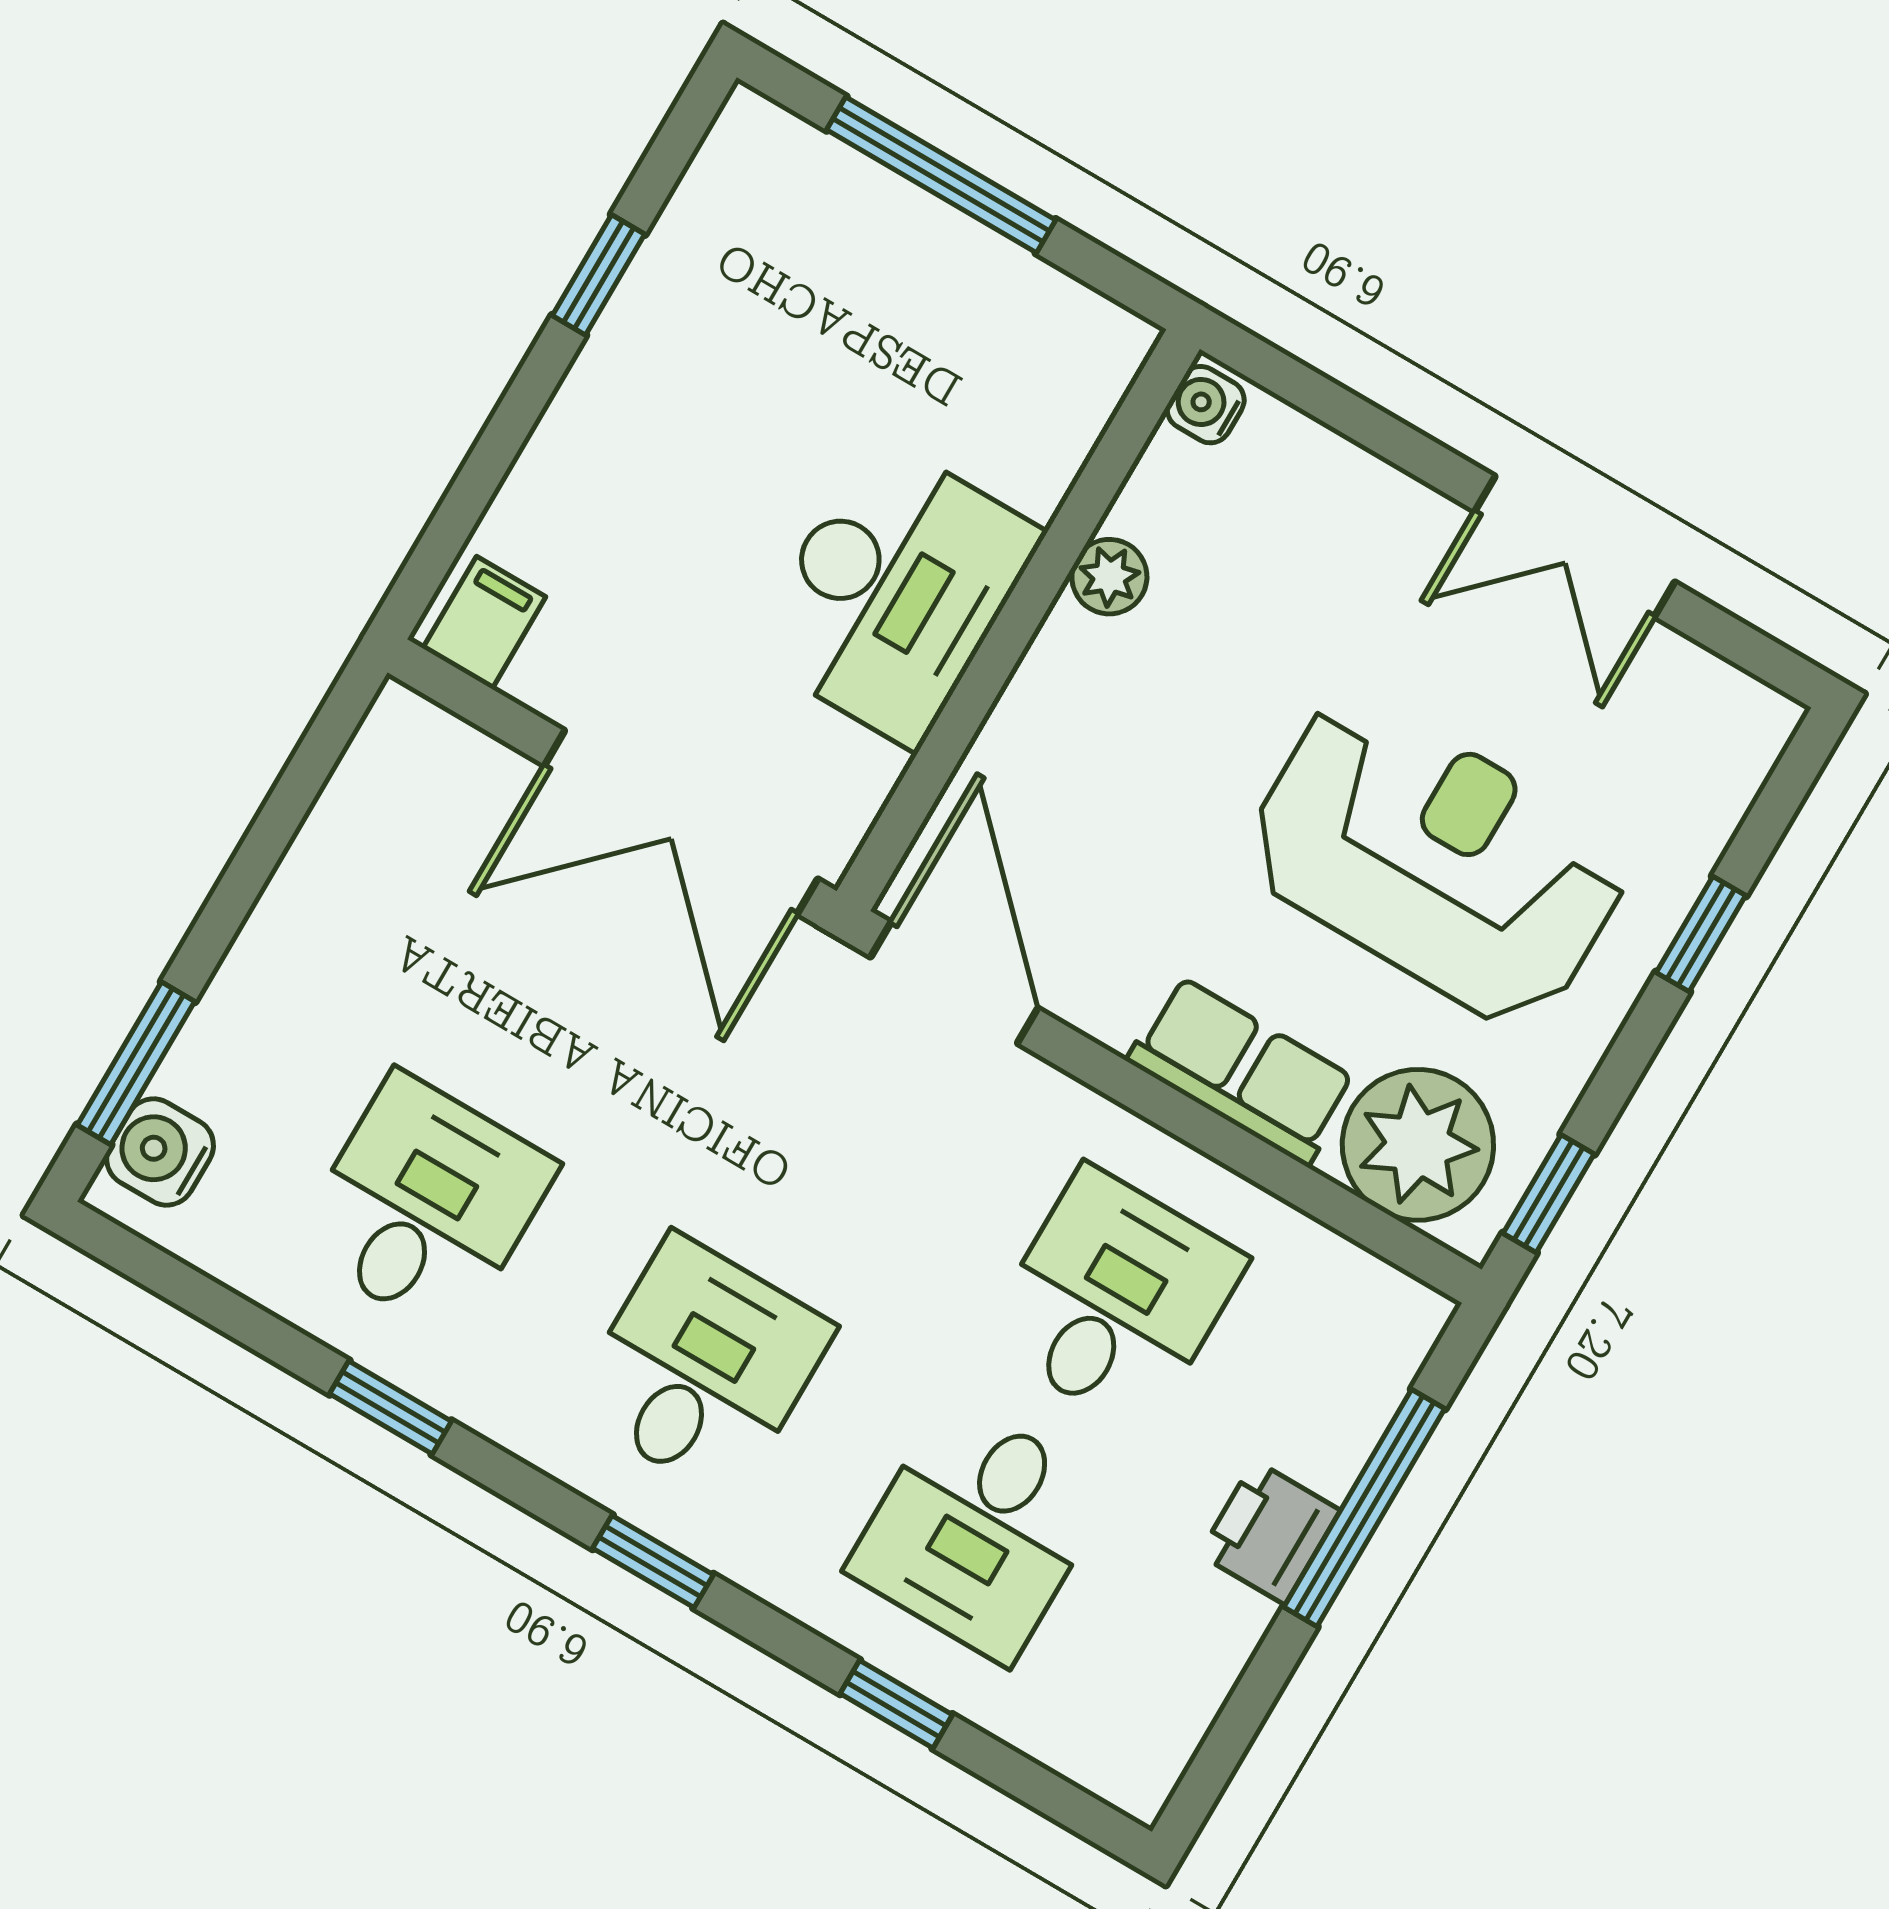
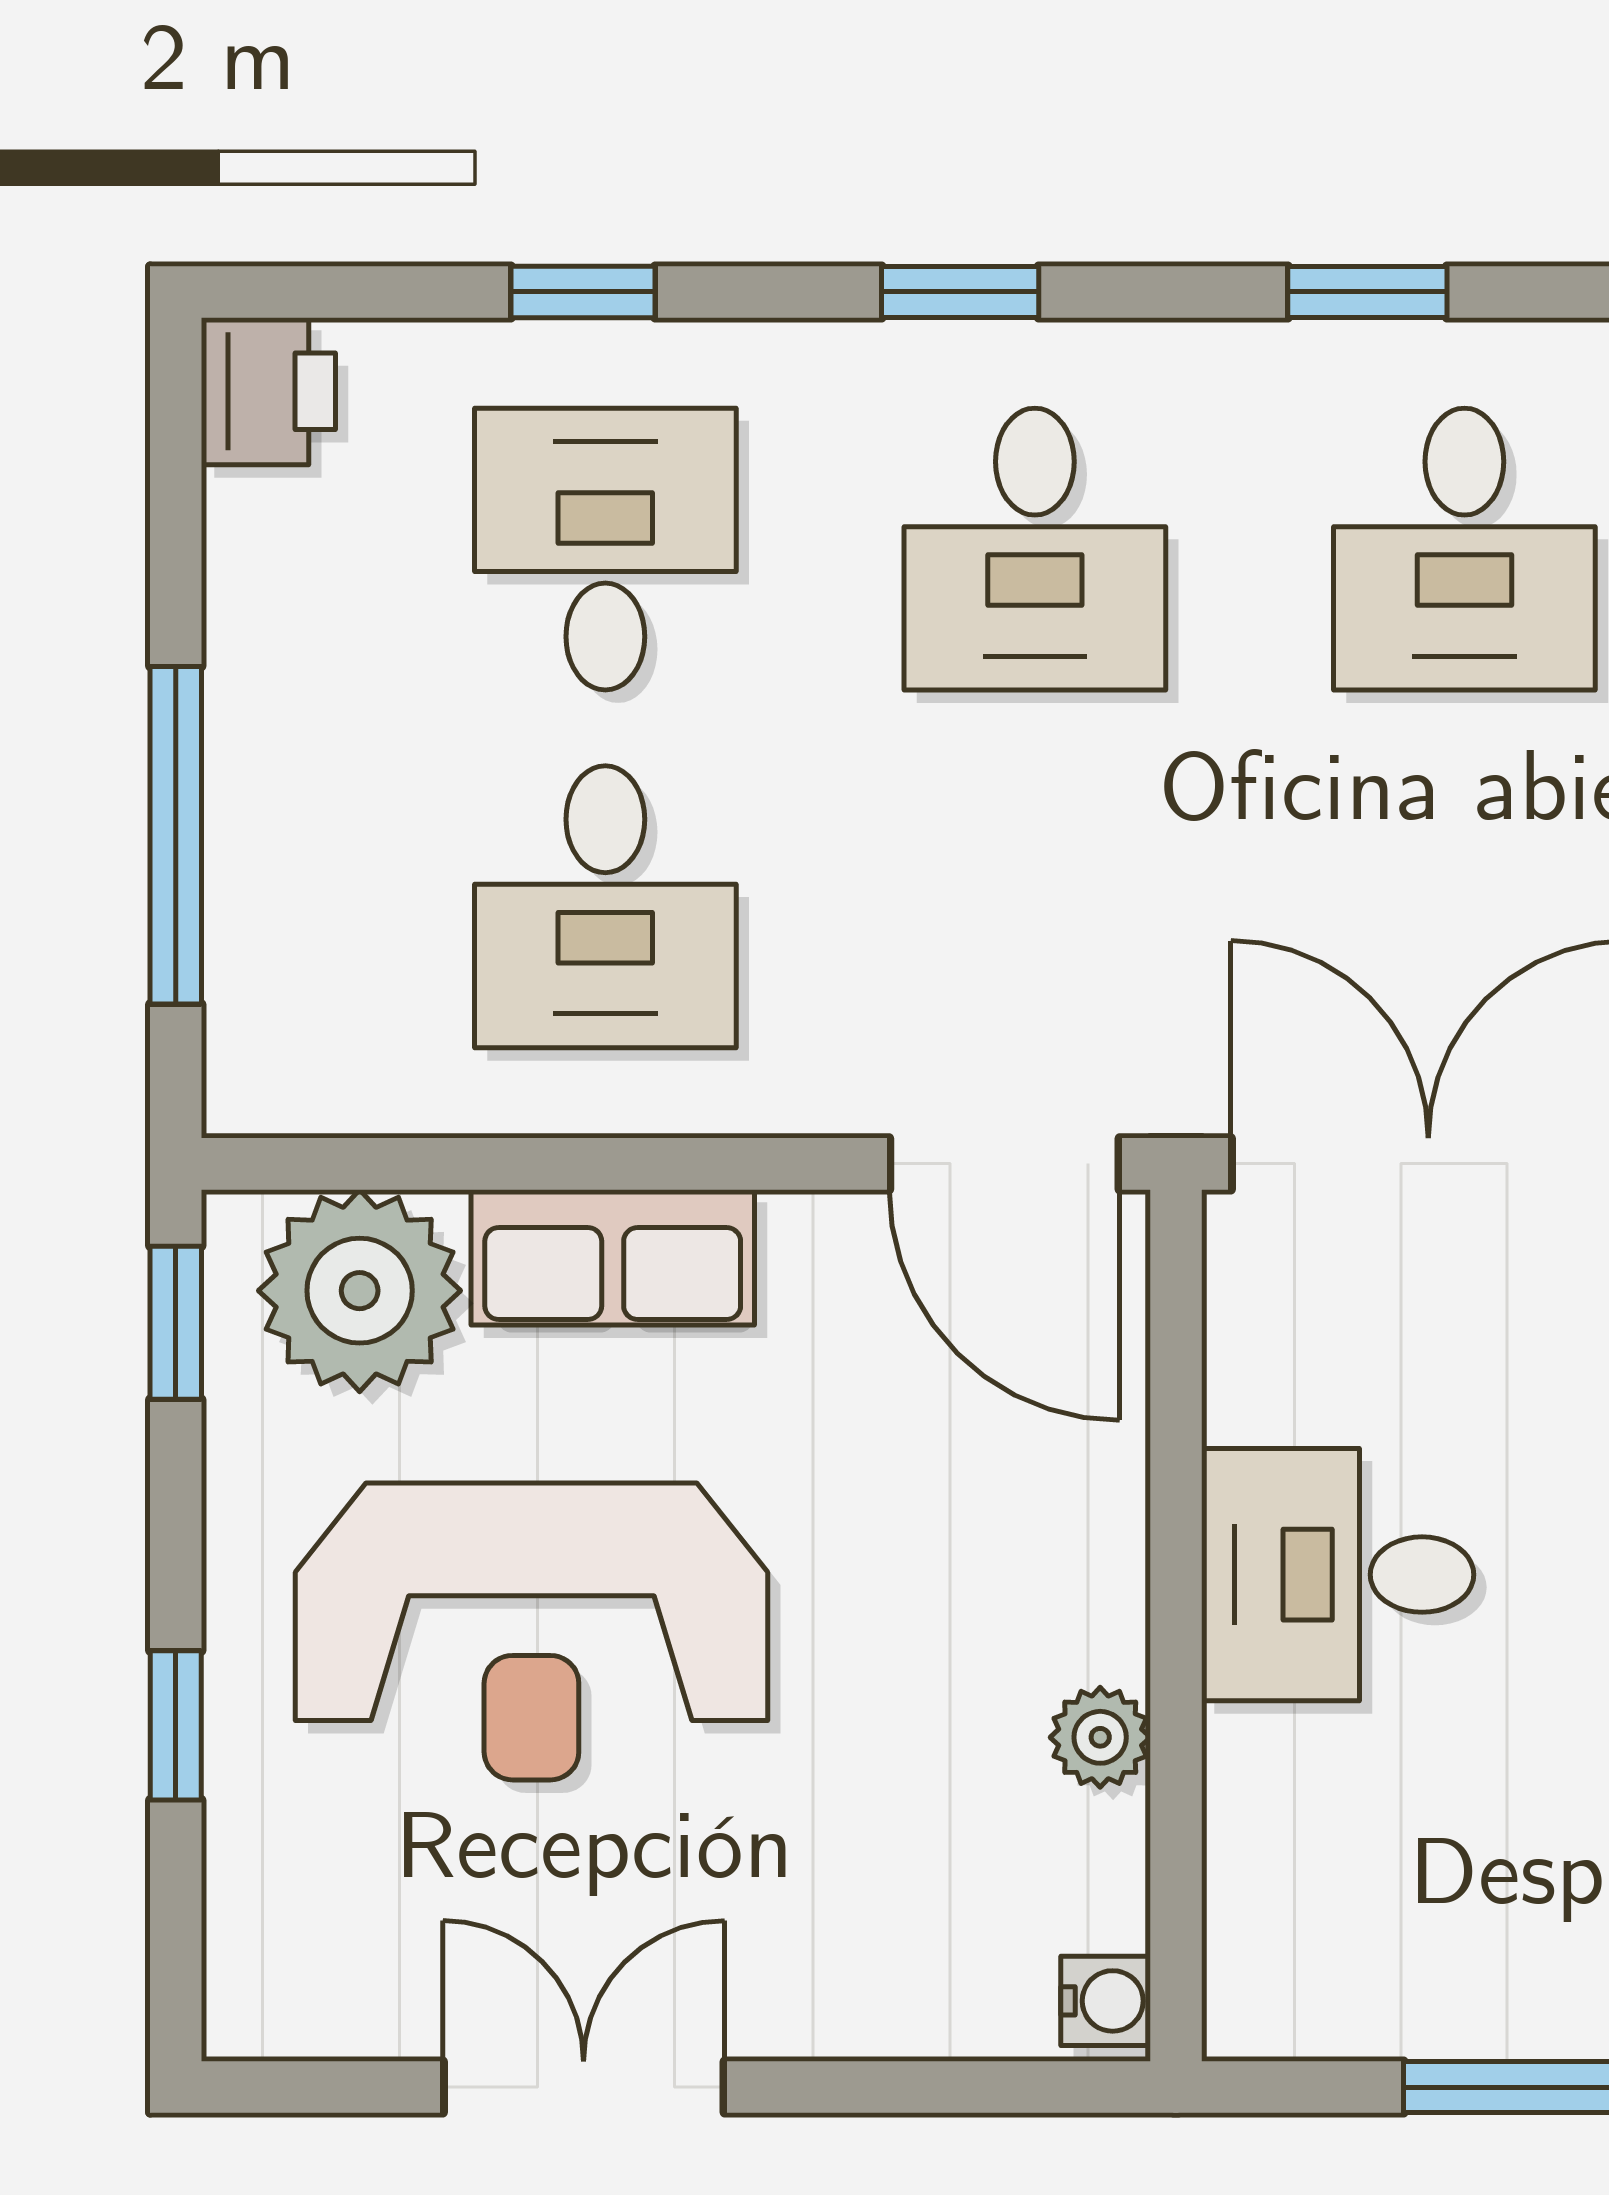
desk: (895, 592) -> (1338, 1575), width x0.73
printer: (1270, 1532) -> (268, 391), moved

